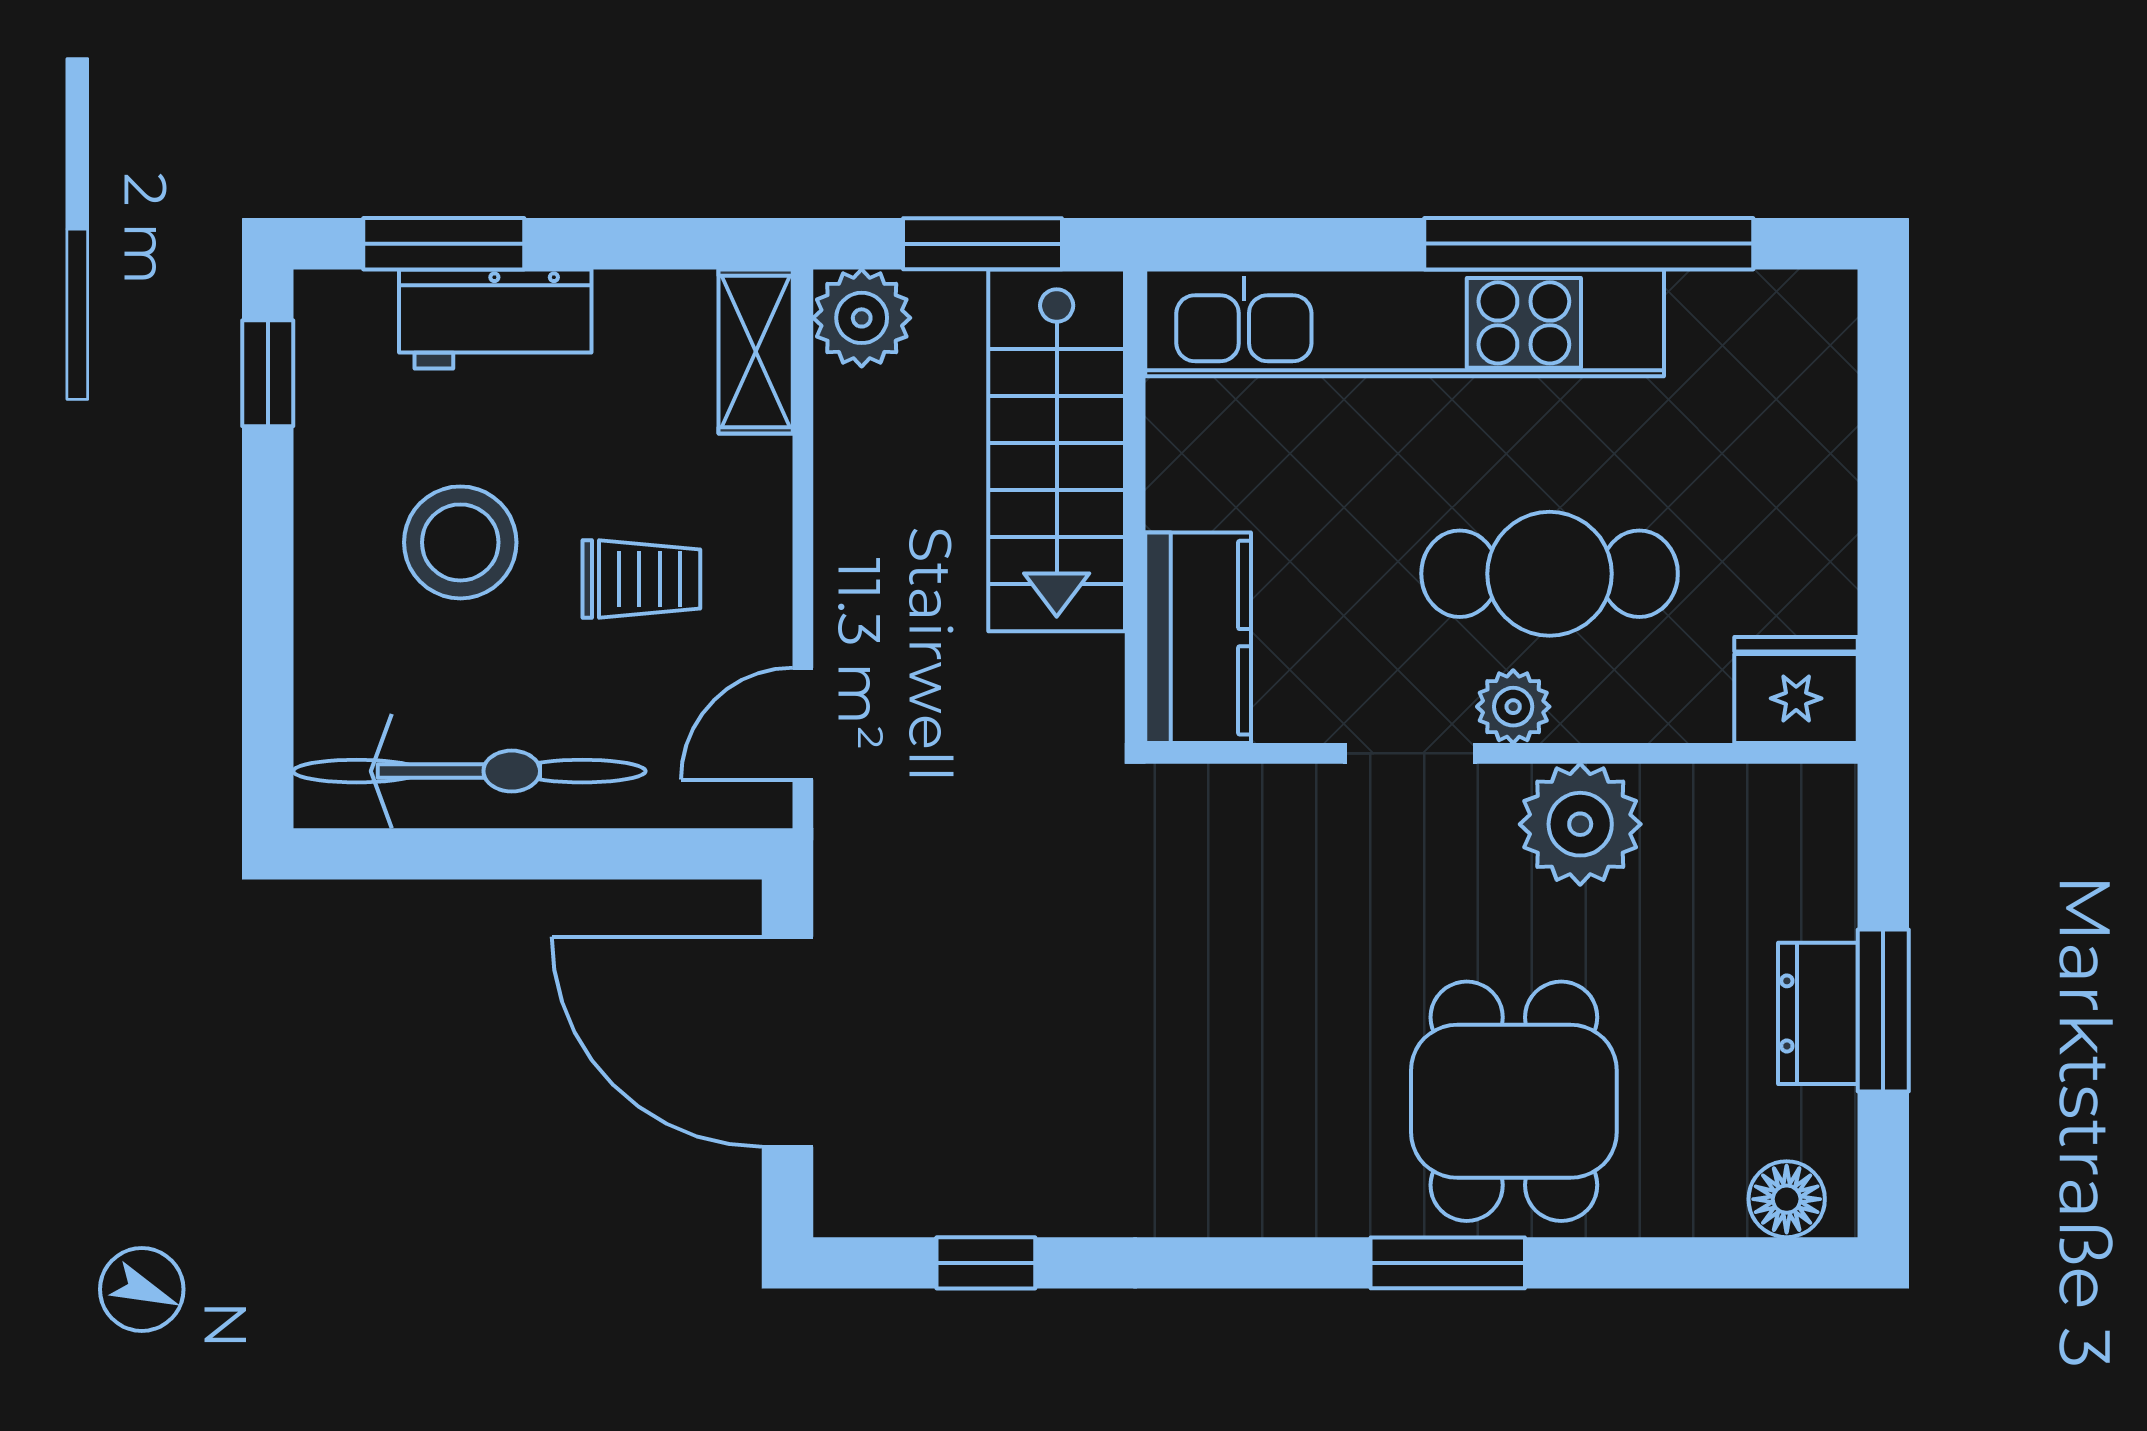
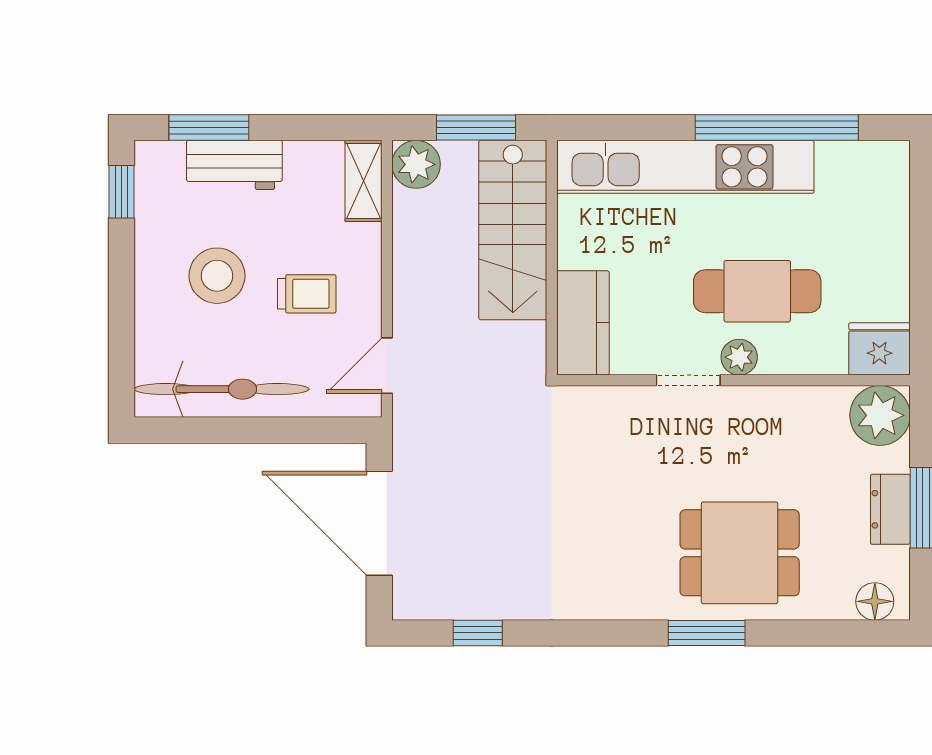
plant: (1580, 824) -> (880, 415), moved
dining table: (1514, 1101) -> (740, 553), turned 90

